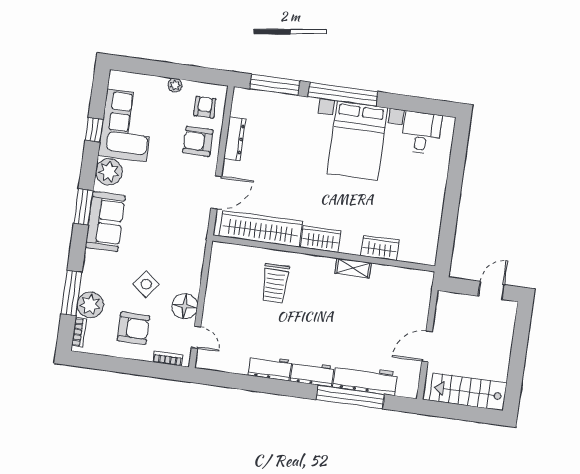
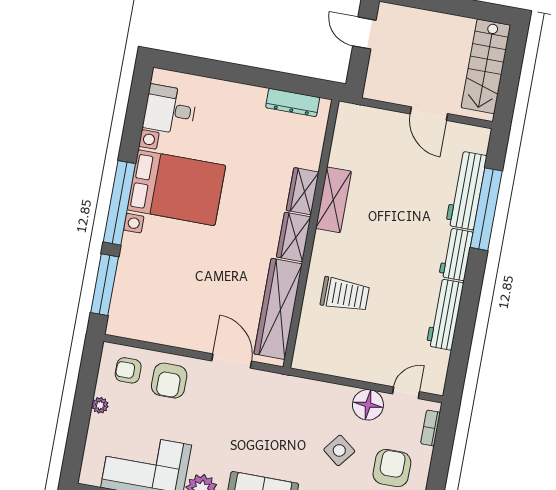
dresser: (235, 139) -> (293, 103), moved, turned 180
wardrobe: (380, 248) -> (303, 191), moved
shelving: (353, 268) -> (333, 200), width x1.50, depth x1.33
workbench: (270, 368) -> (445, 314), width x1.38

